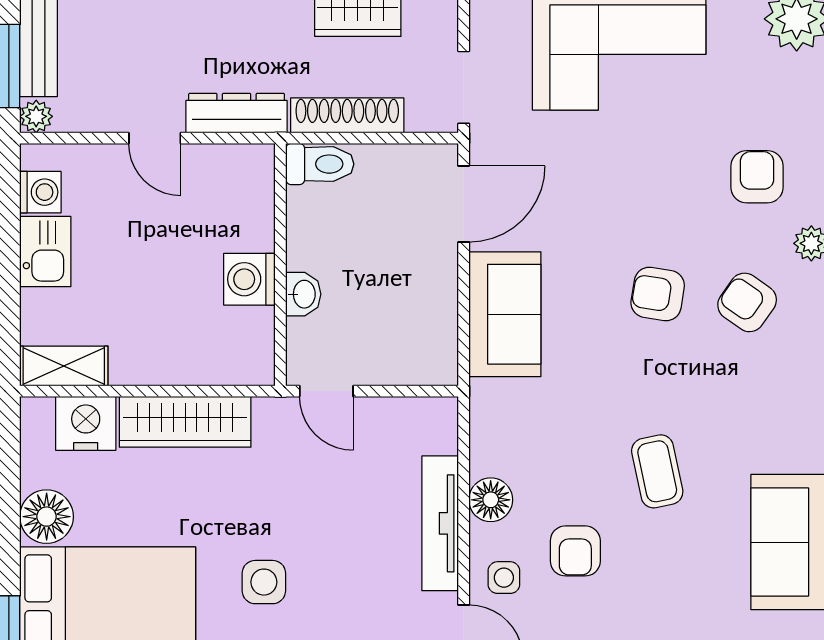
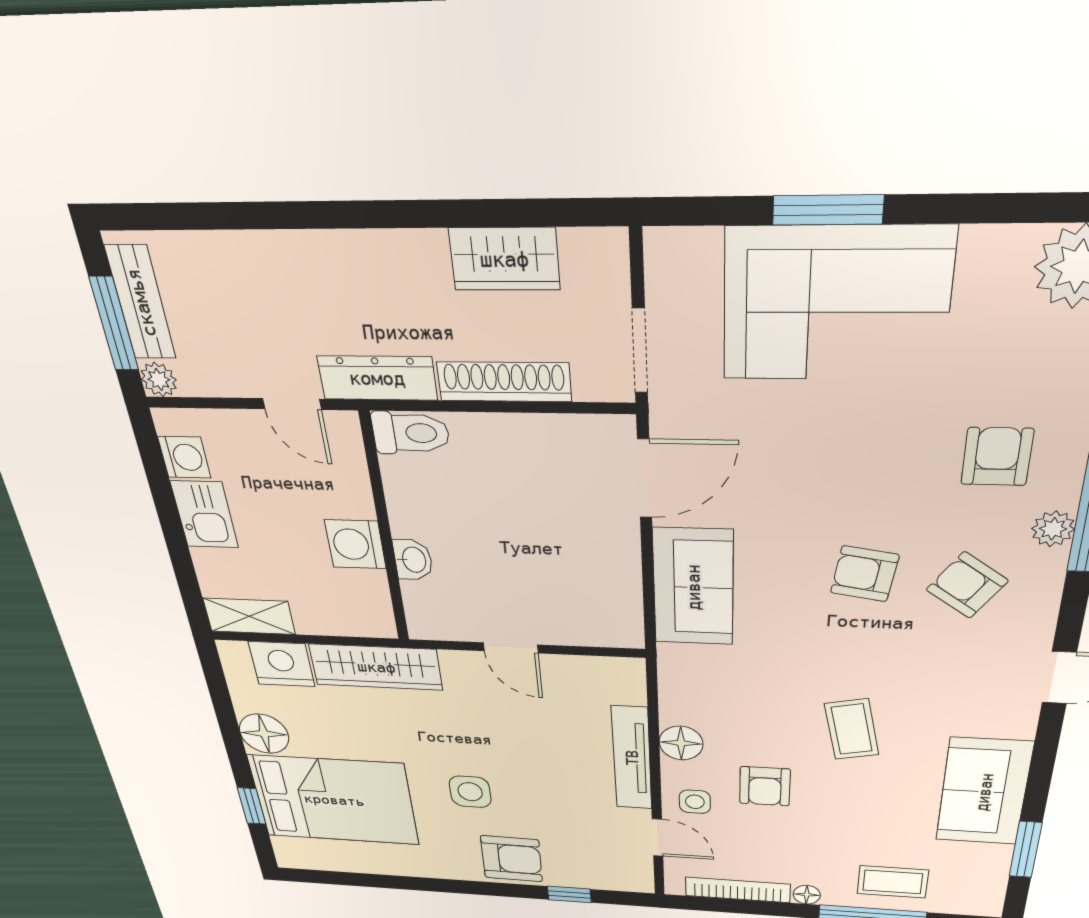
toilet: (320, 164) -> (411, 433), moved
wall: (280, 265) -> (385, 532), moved
washing machine: (249, 279) -> (355, 544), moved
washbasin: (303, 294) -> (413, 560), moved

